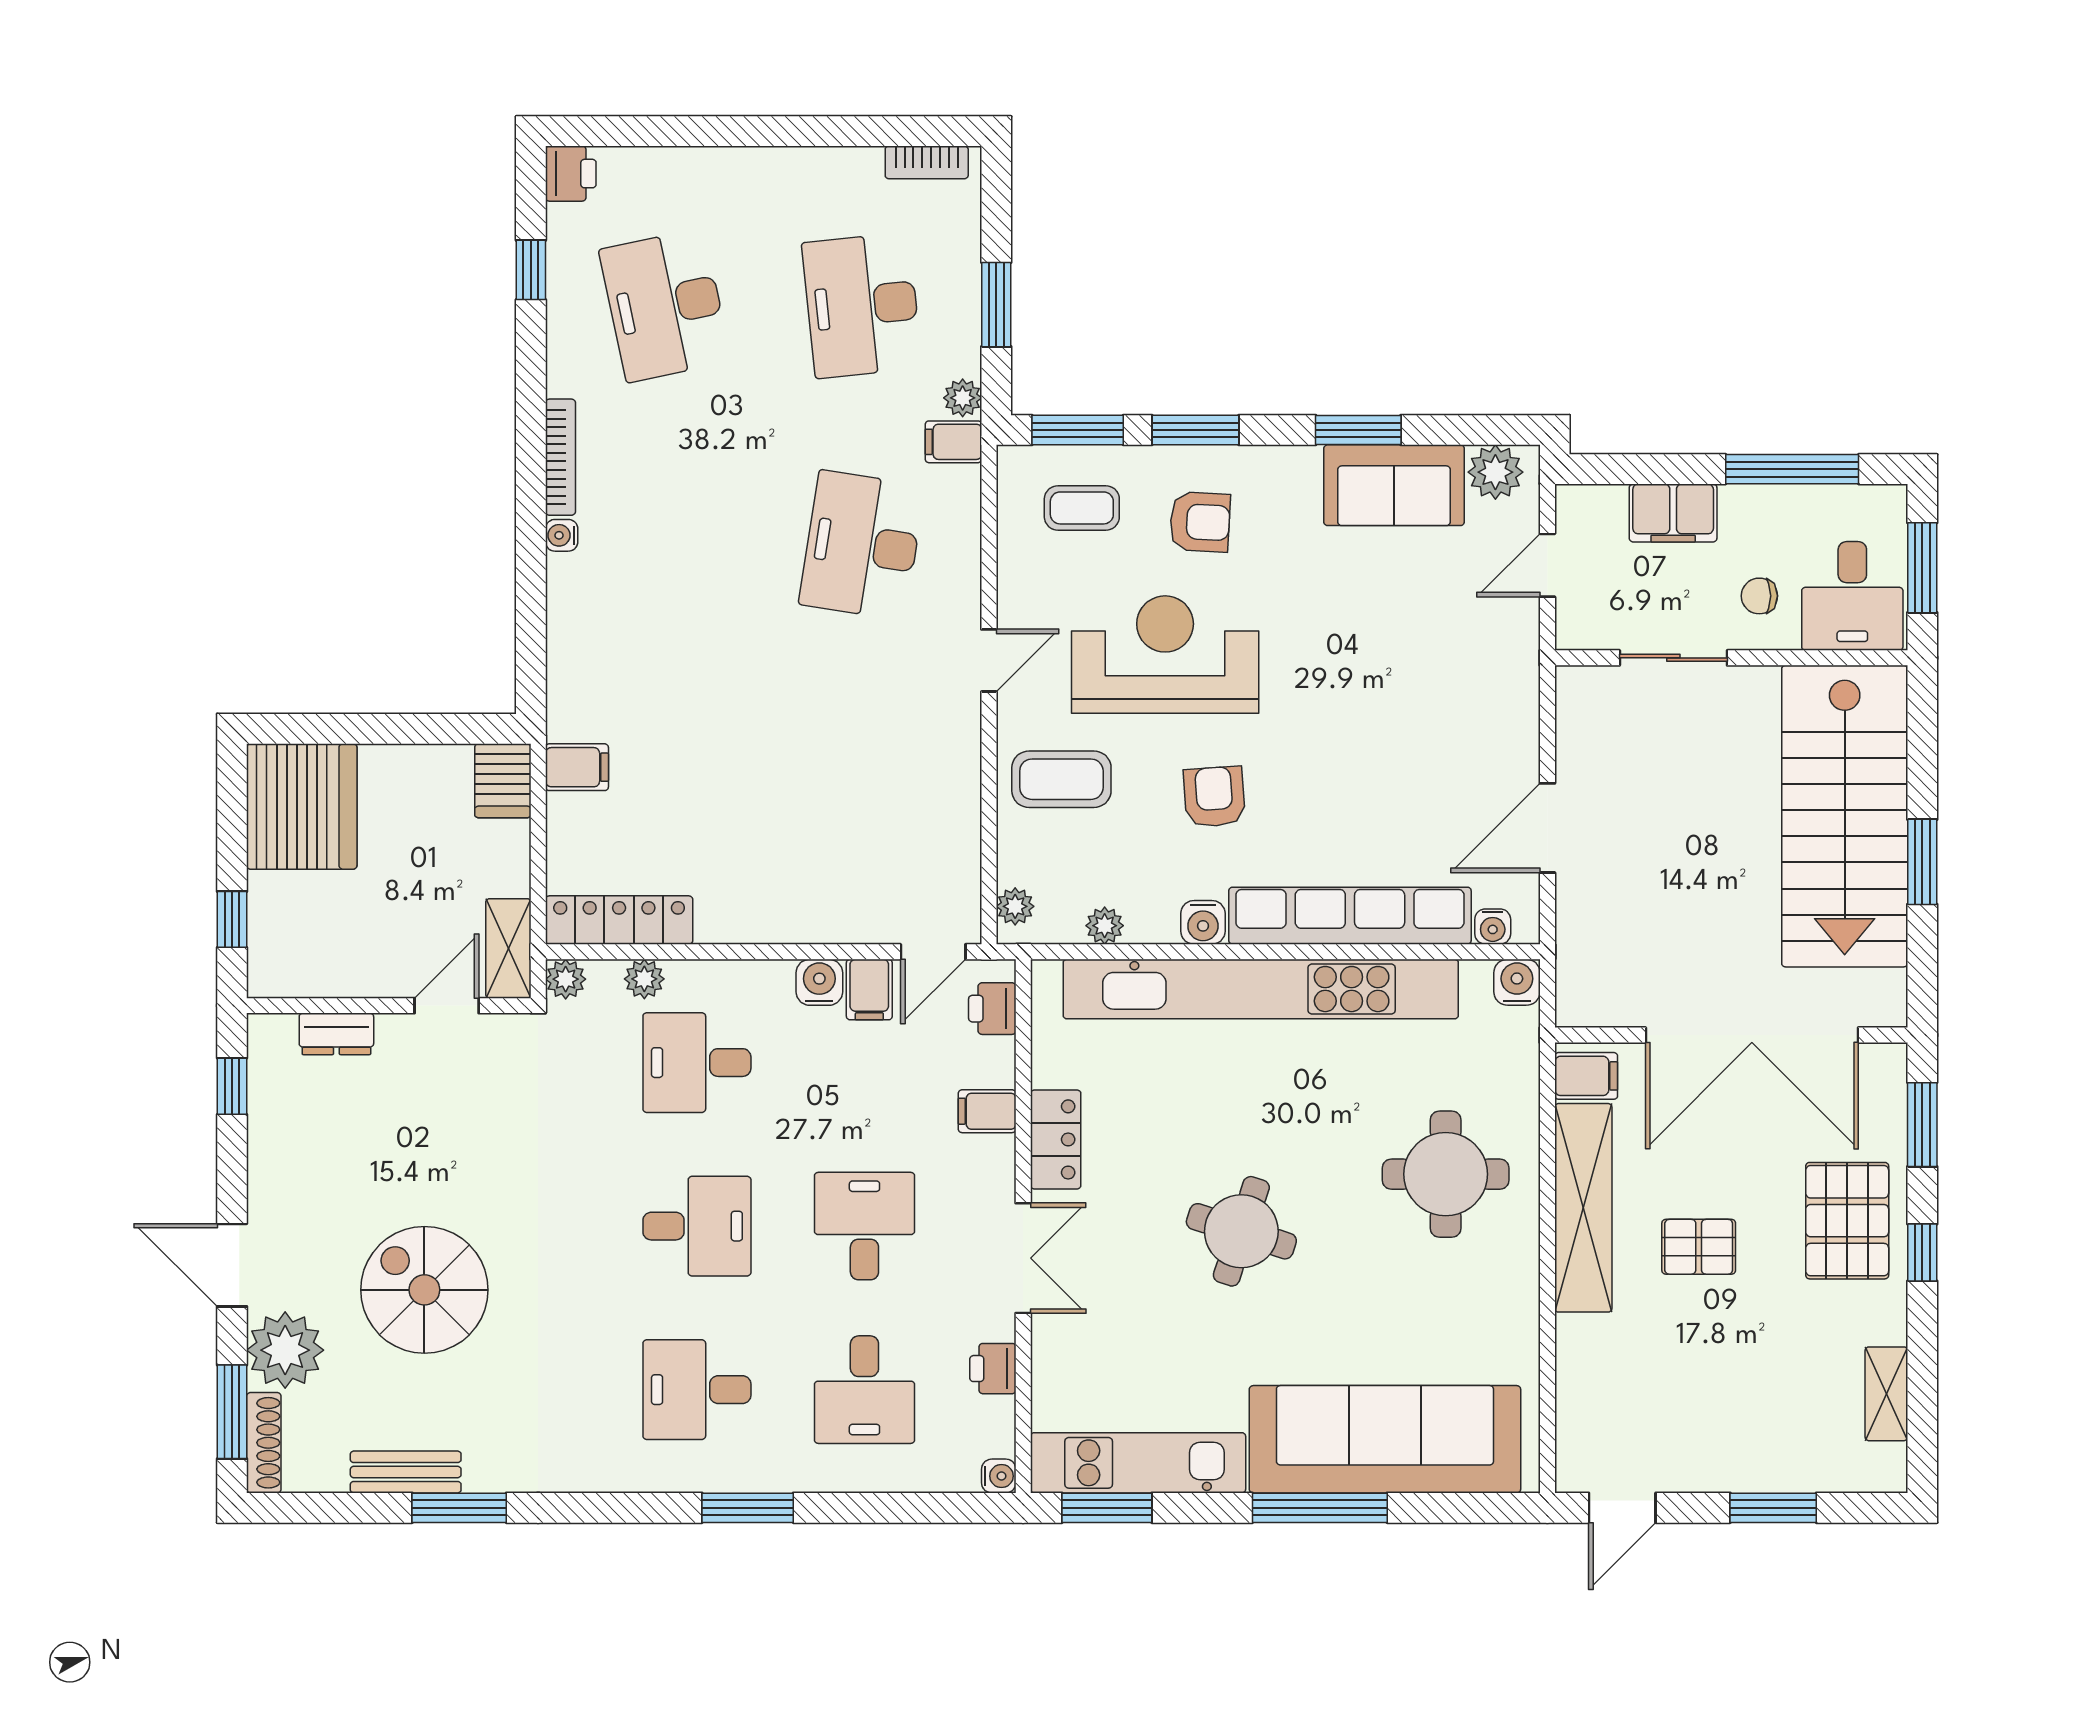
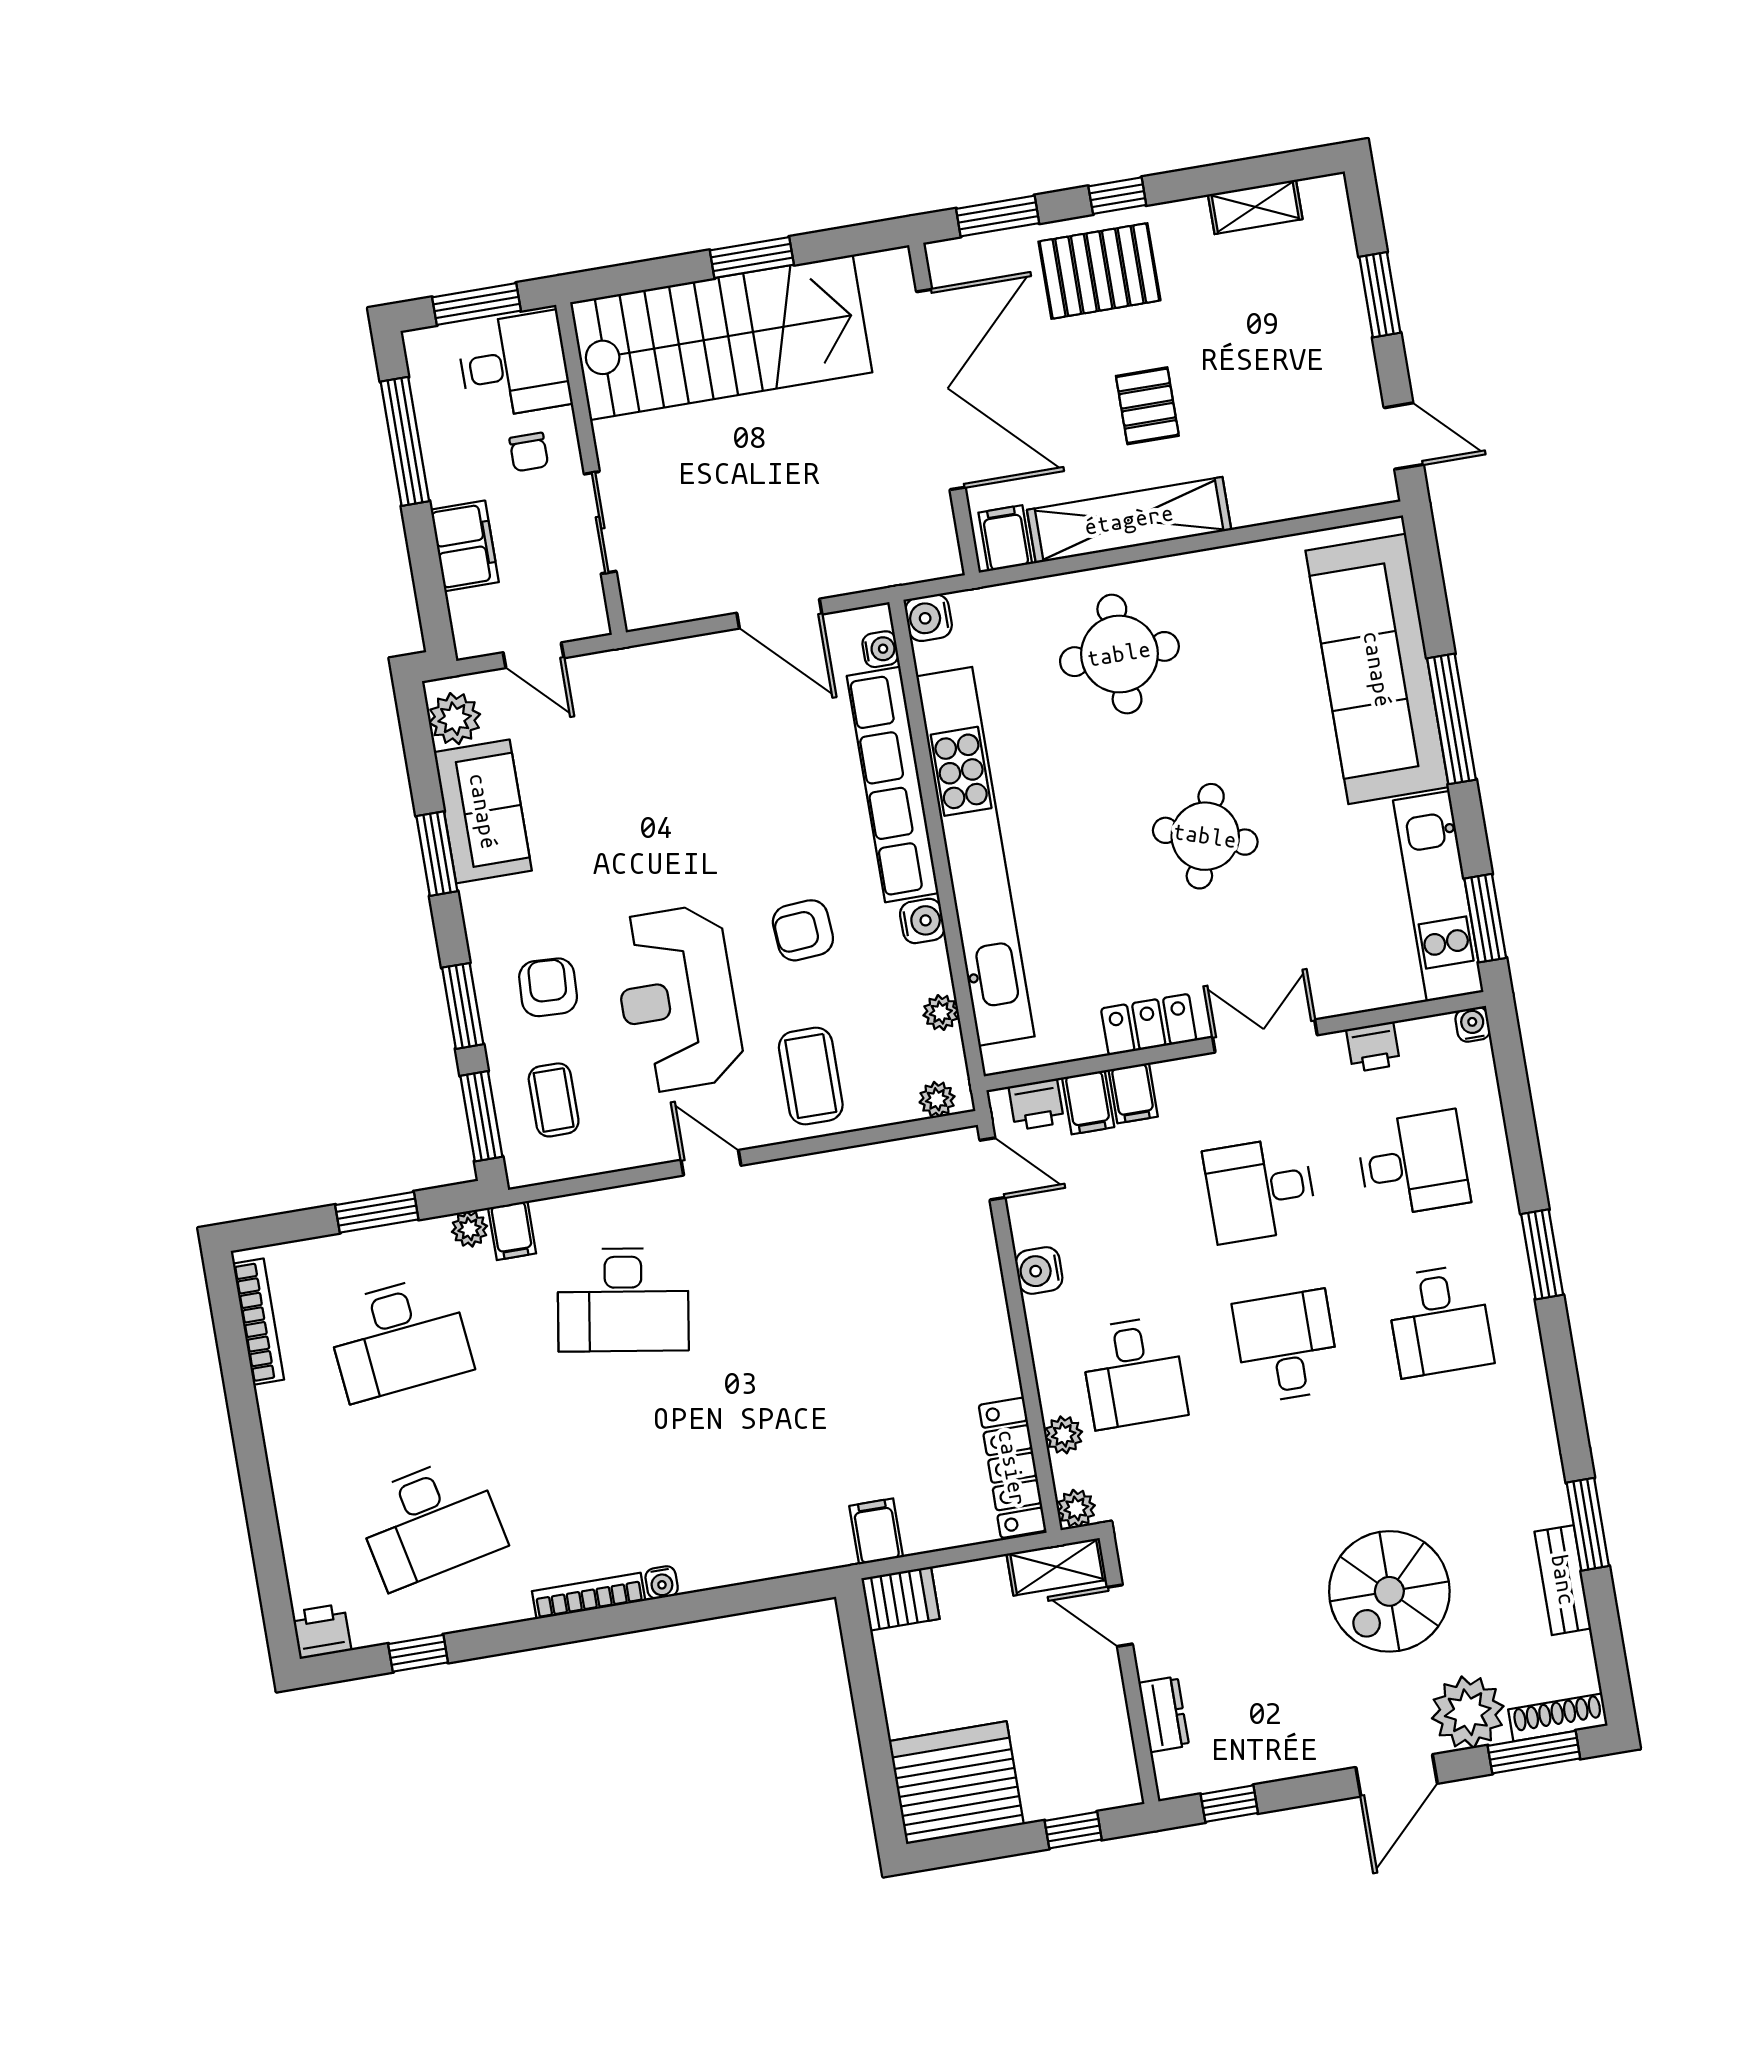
bookcase: (927, 162) -> (258, 1322), width x1.56
filing cabinet: (869, 990) -> (1088, 1102), moved, turned 90

